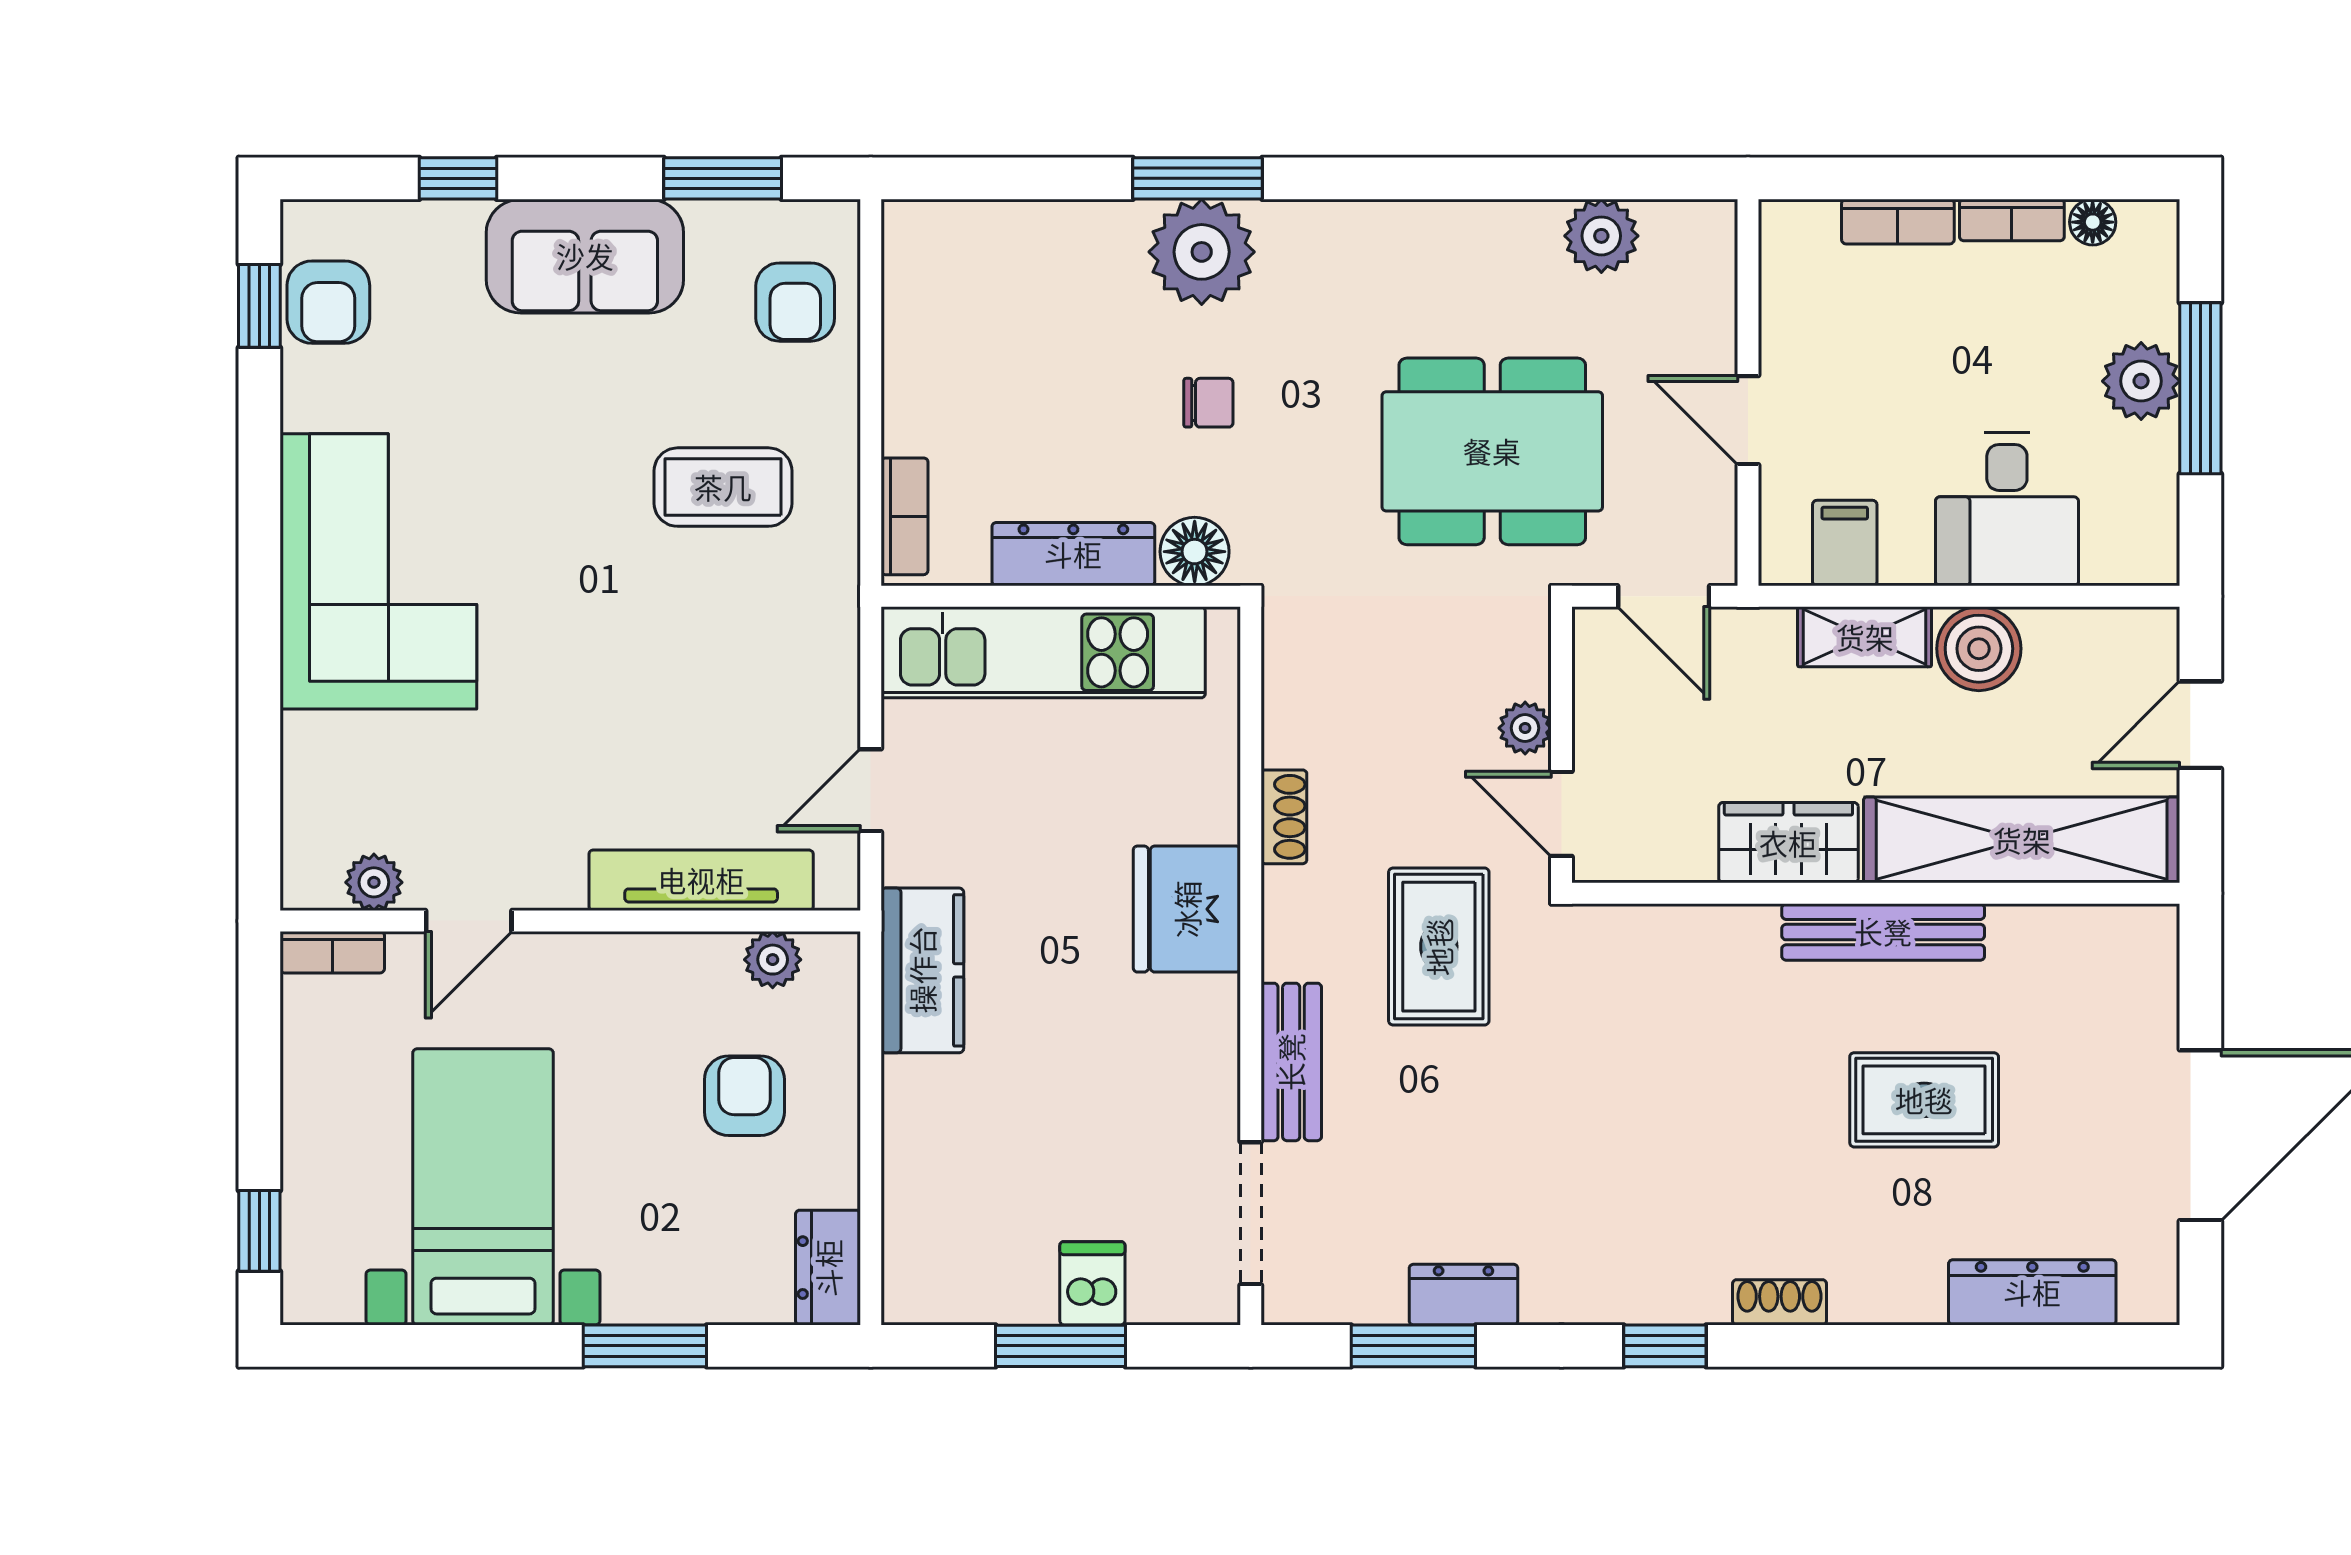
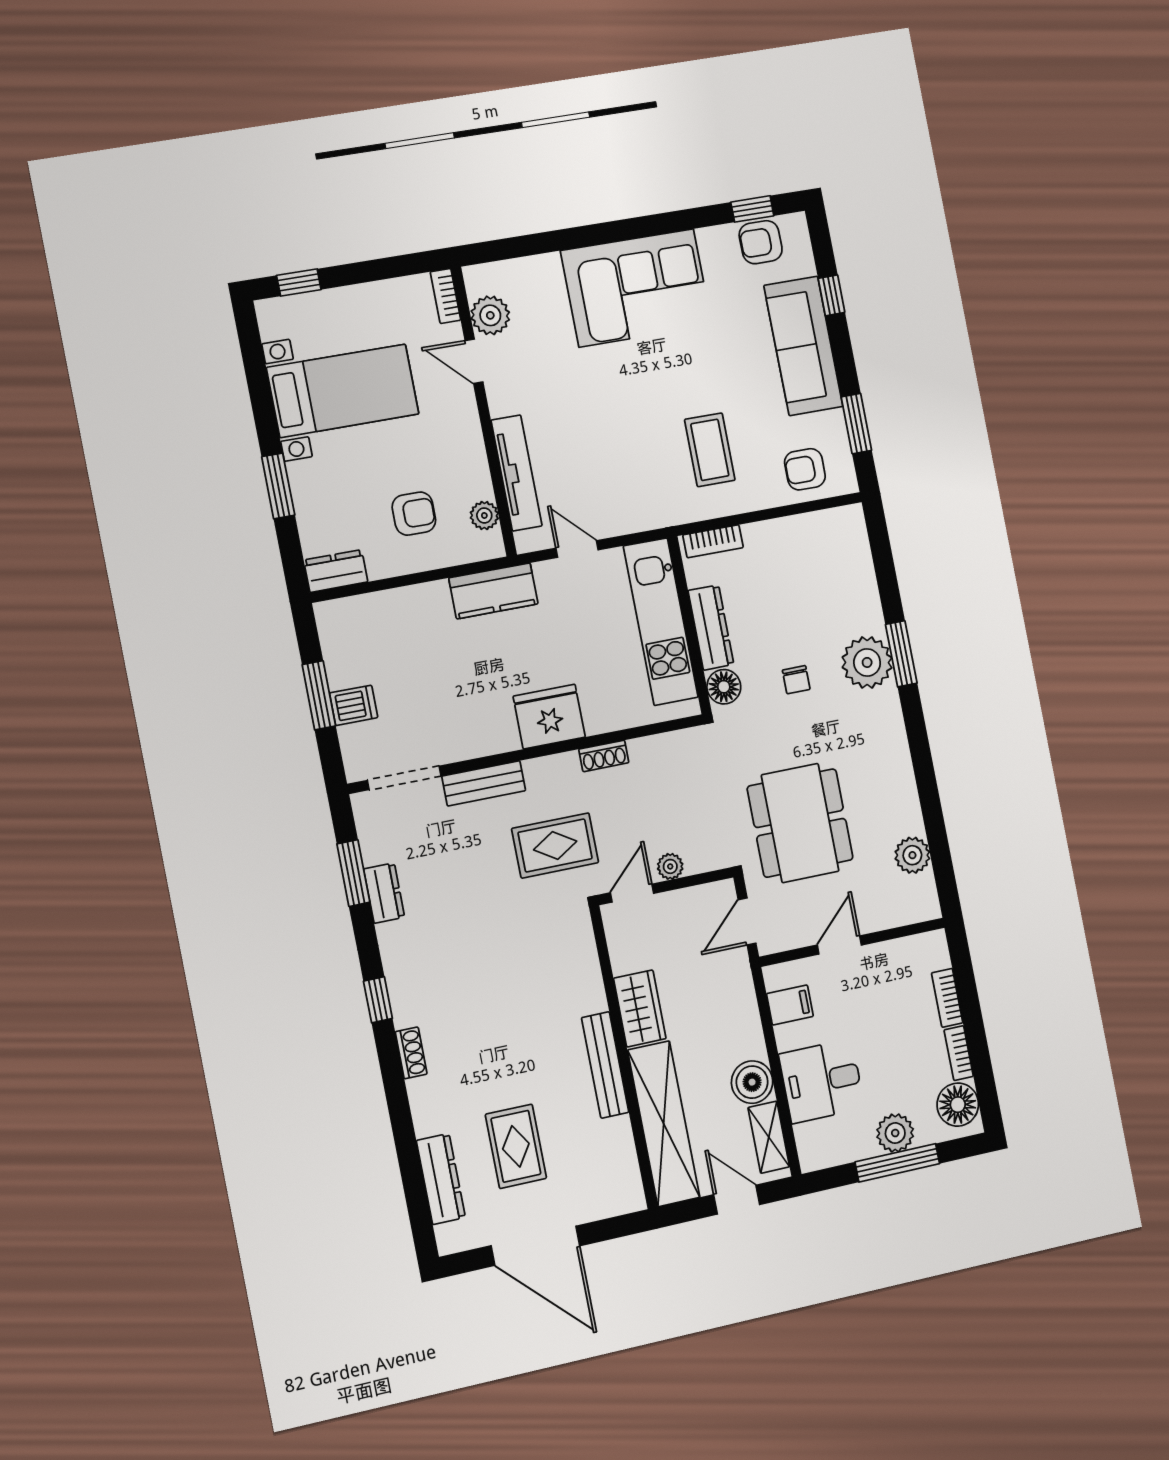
floor lamp: (2093, 222) -> (958, 1105), width x1.89, depth x1.89
sofa: (585, 256) -> (803, 346), width x1.36
shelving: (1865, 637) -> (769, 1137), moved
plant: (374, 882) -> (490, 315), width x1.38, depth x1.38
rug: (1924, 1100) -> (516, 1146), moved

